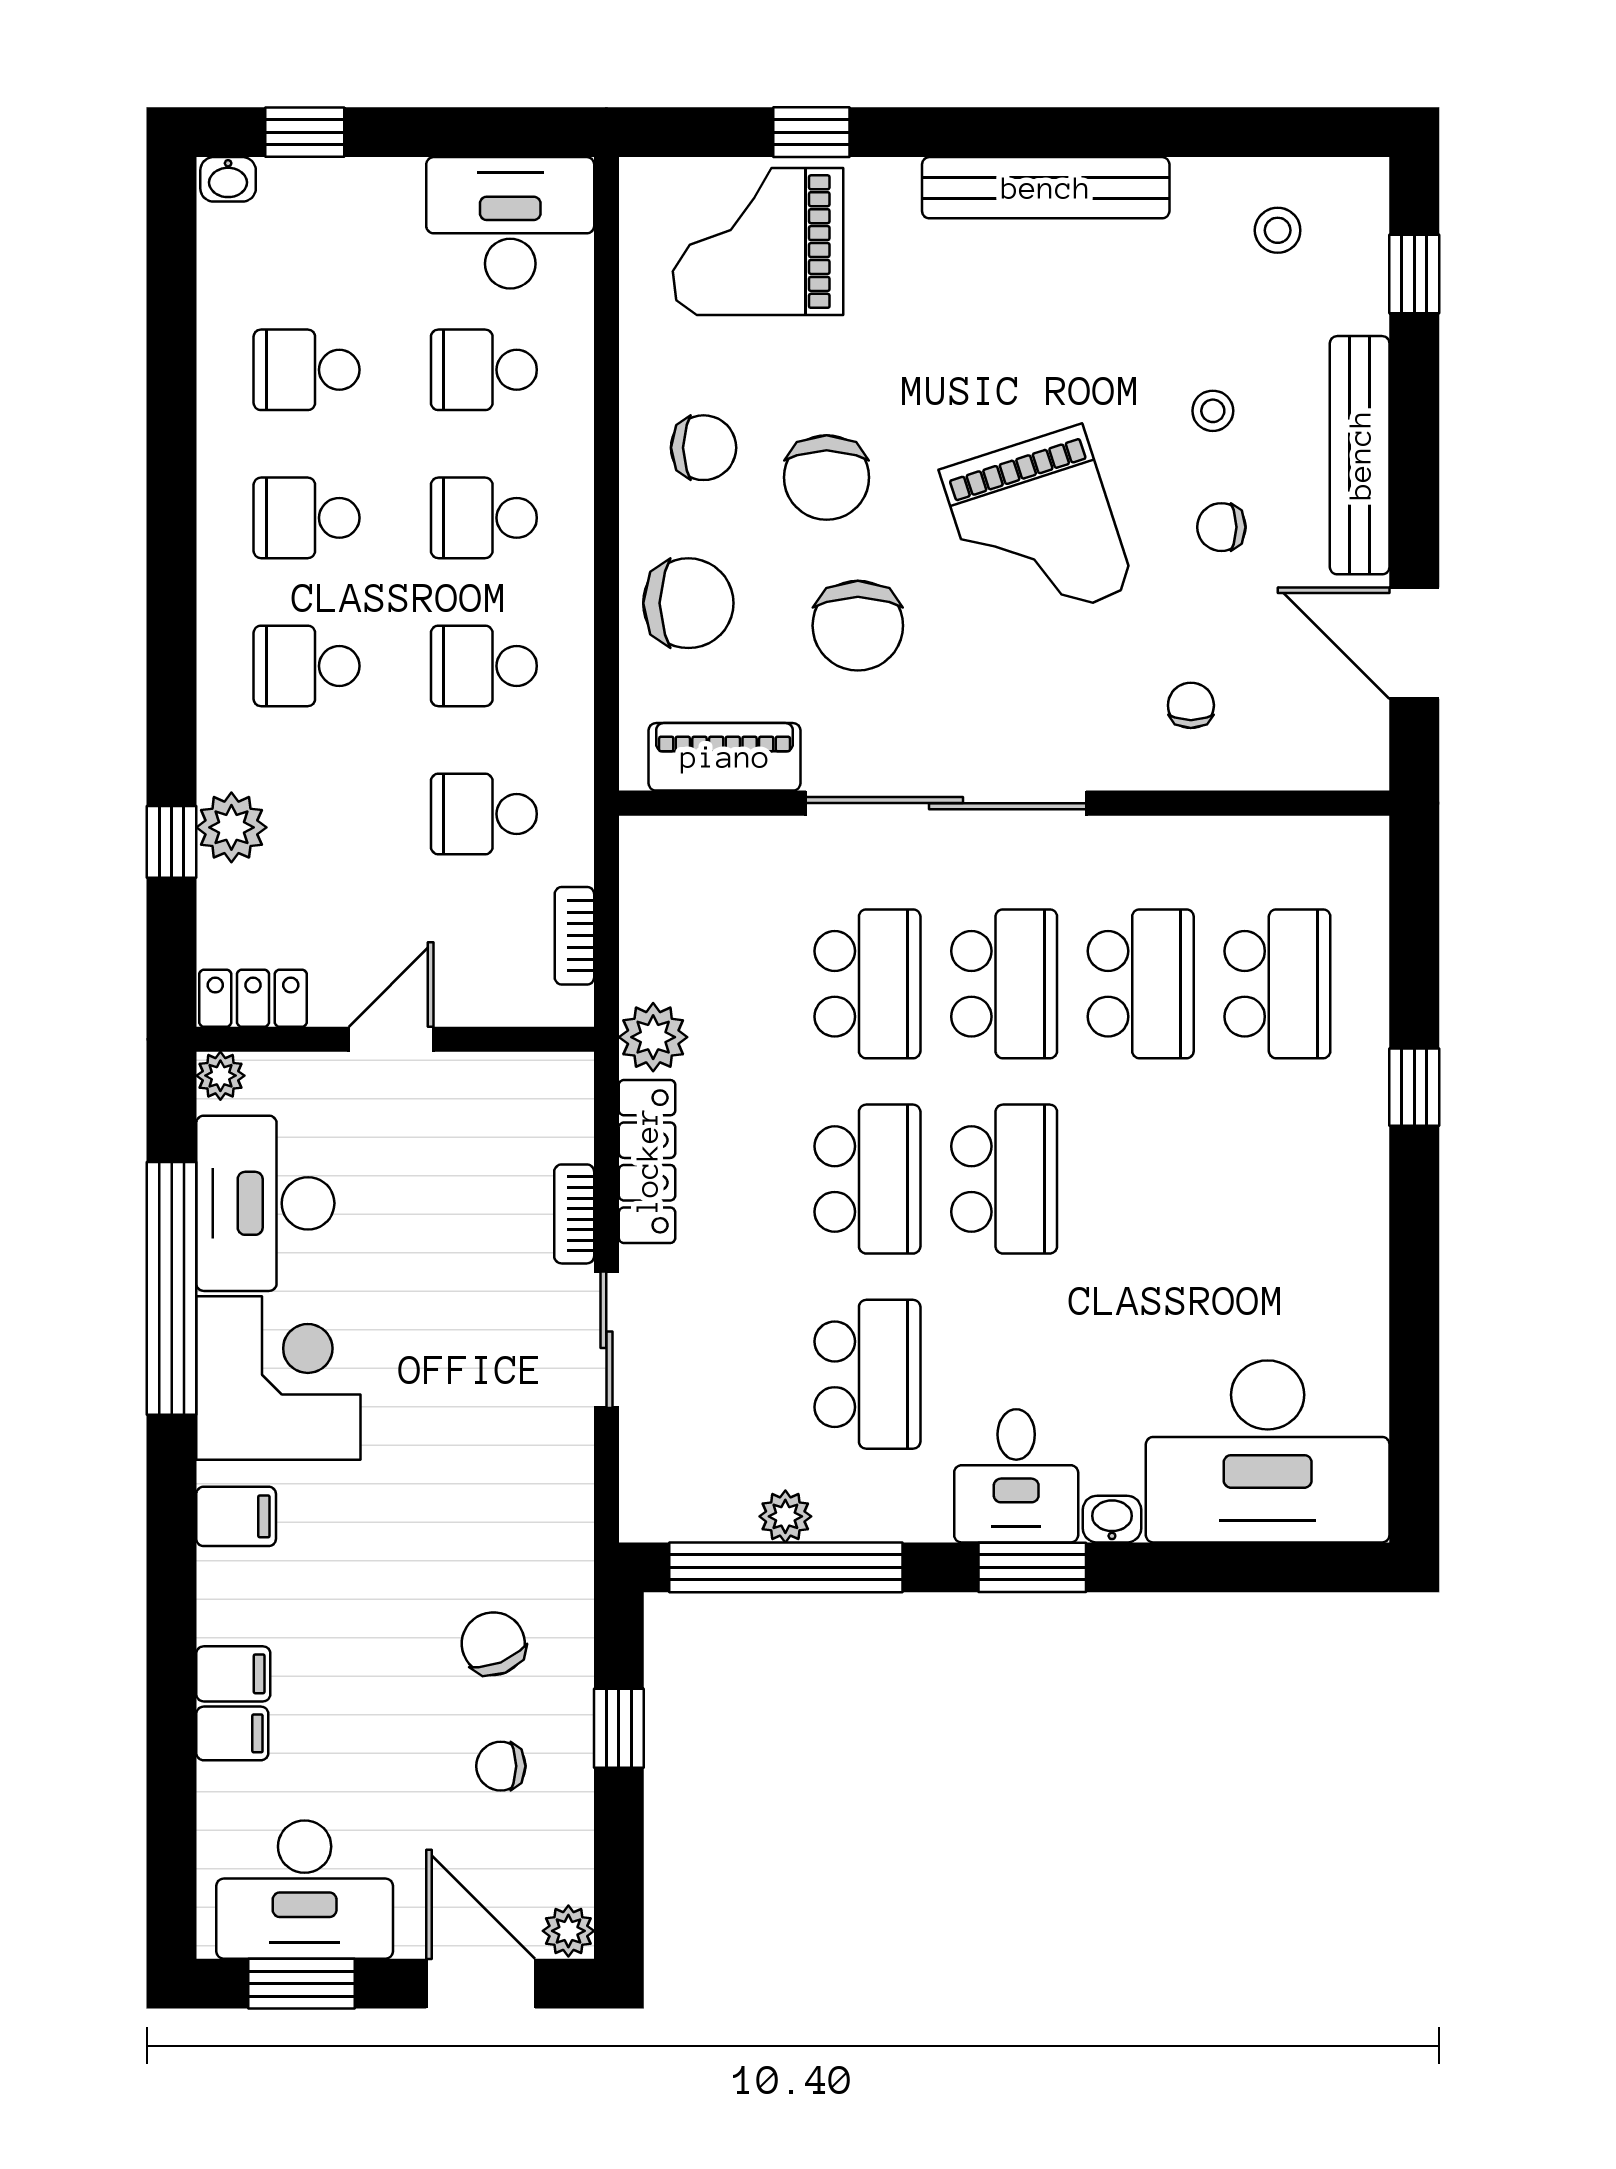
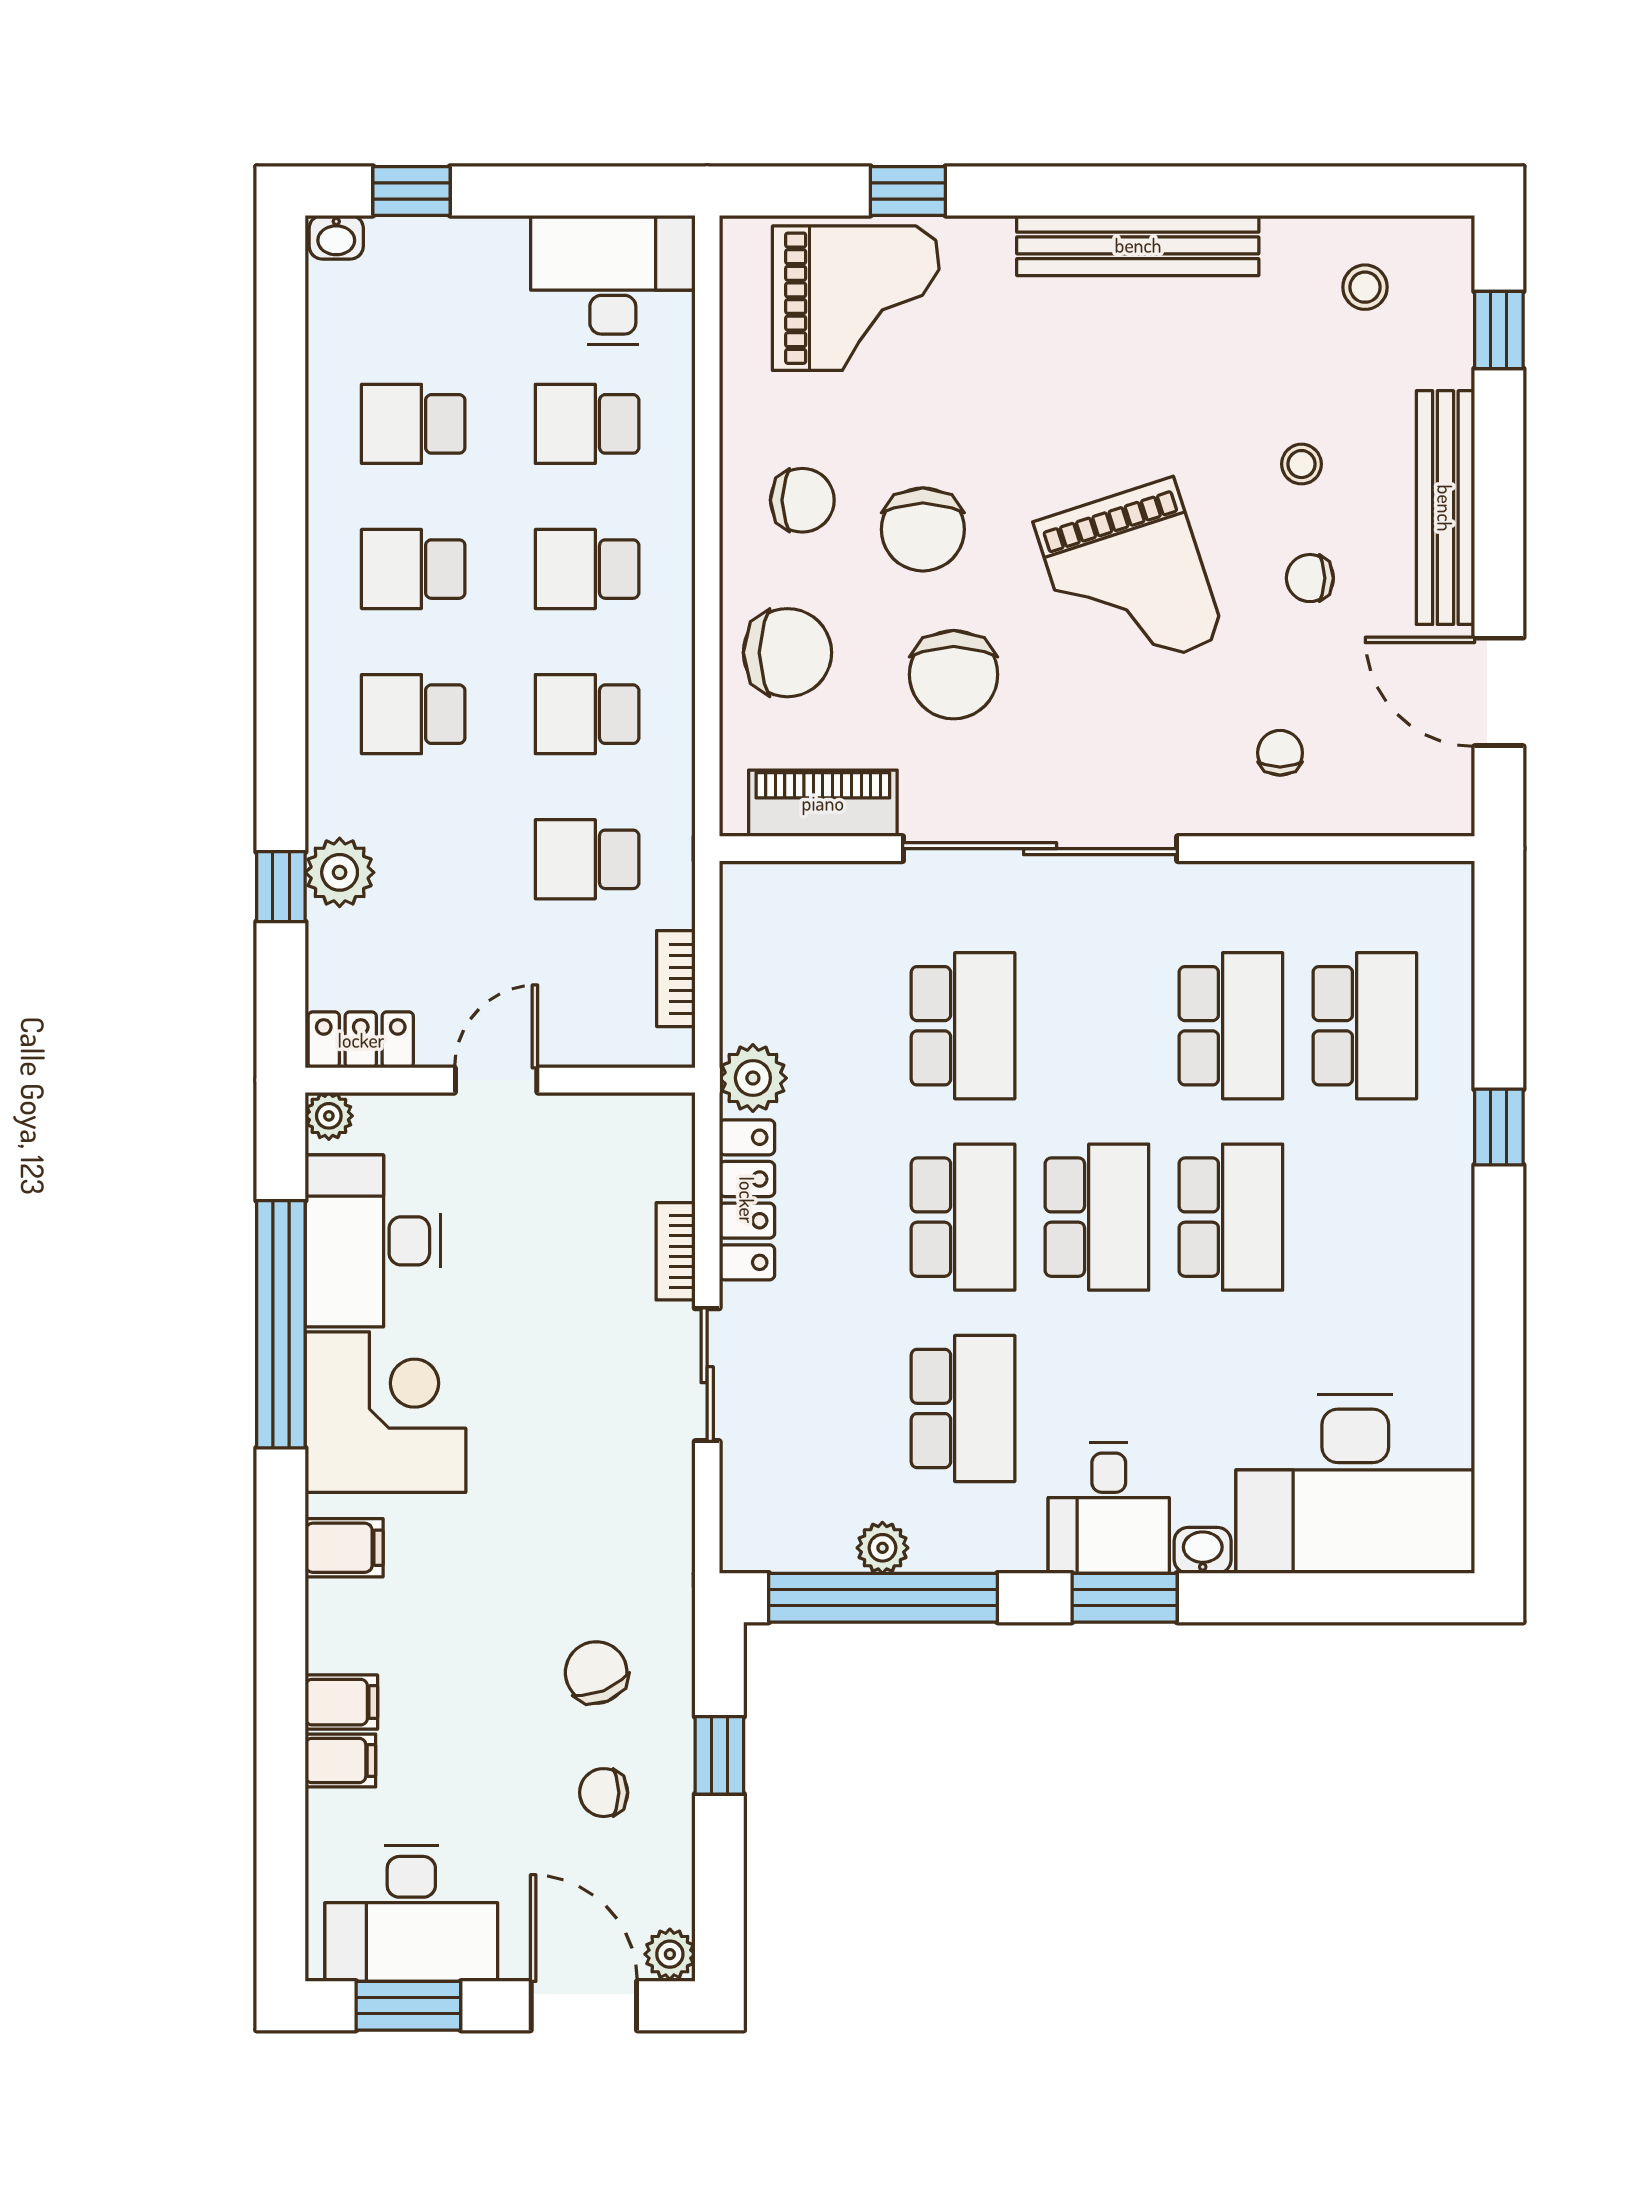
grand piano: (758, 242) -> (856, 298), turned 180
school desk: (1004, 984) -> (1231, 1217), moved

